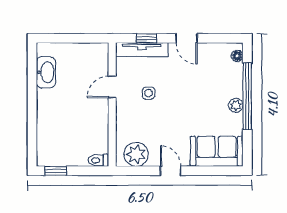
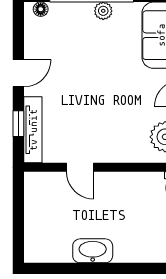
washbasin: (46, 72) -> (93, 251), moved
side table: (149, 93) -> (88, 121), removed

